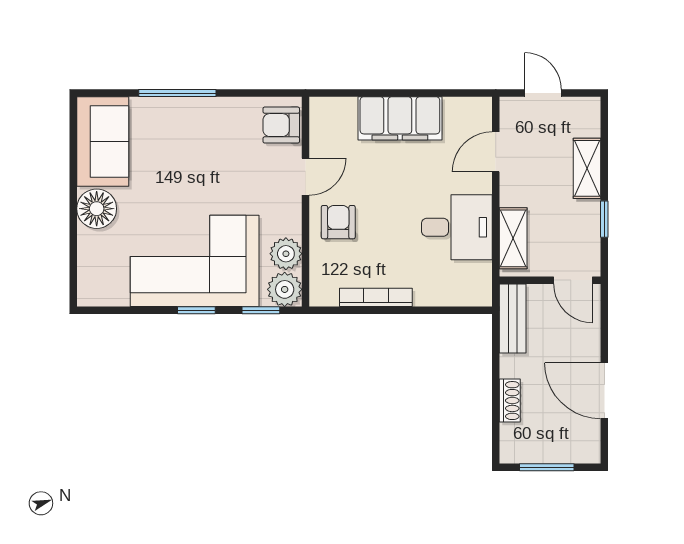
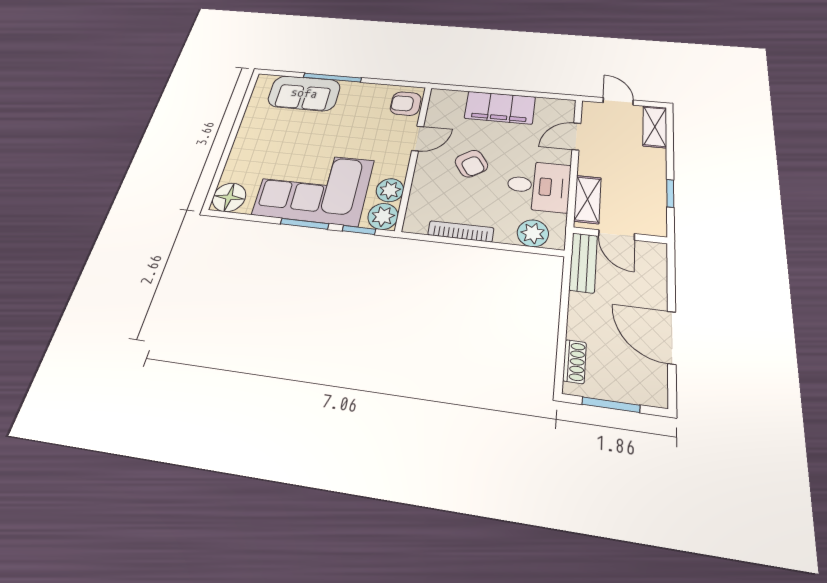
sofa: (103, 142) -> (304, 93), moved, turned 90
shelving: (587, 168) -> (655, 127), moved
floor lamp: (97, 209) -> (229, 197), moved
armchair: (338, 222) -> (471, 164), moved, turned 146
door: (573, 280) -> (617, 235), moved
plant: (456, 290) -> (533, 233), added
window: (196, 310) -> (305, 224), width x1.50
shoe rack: (510, 401) -> (575, 361), moved

